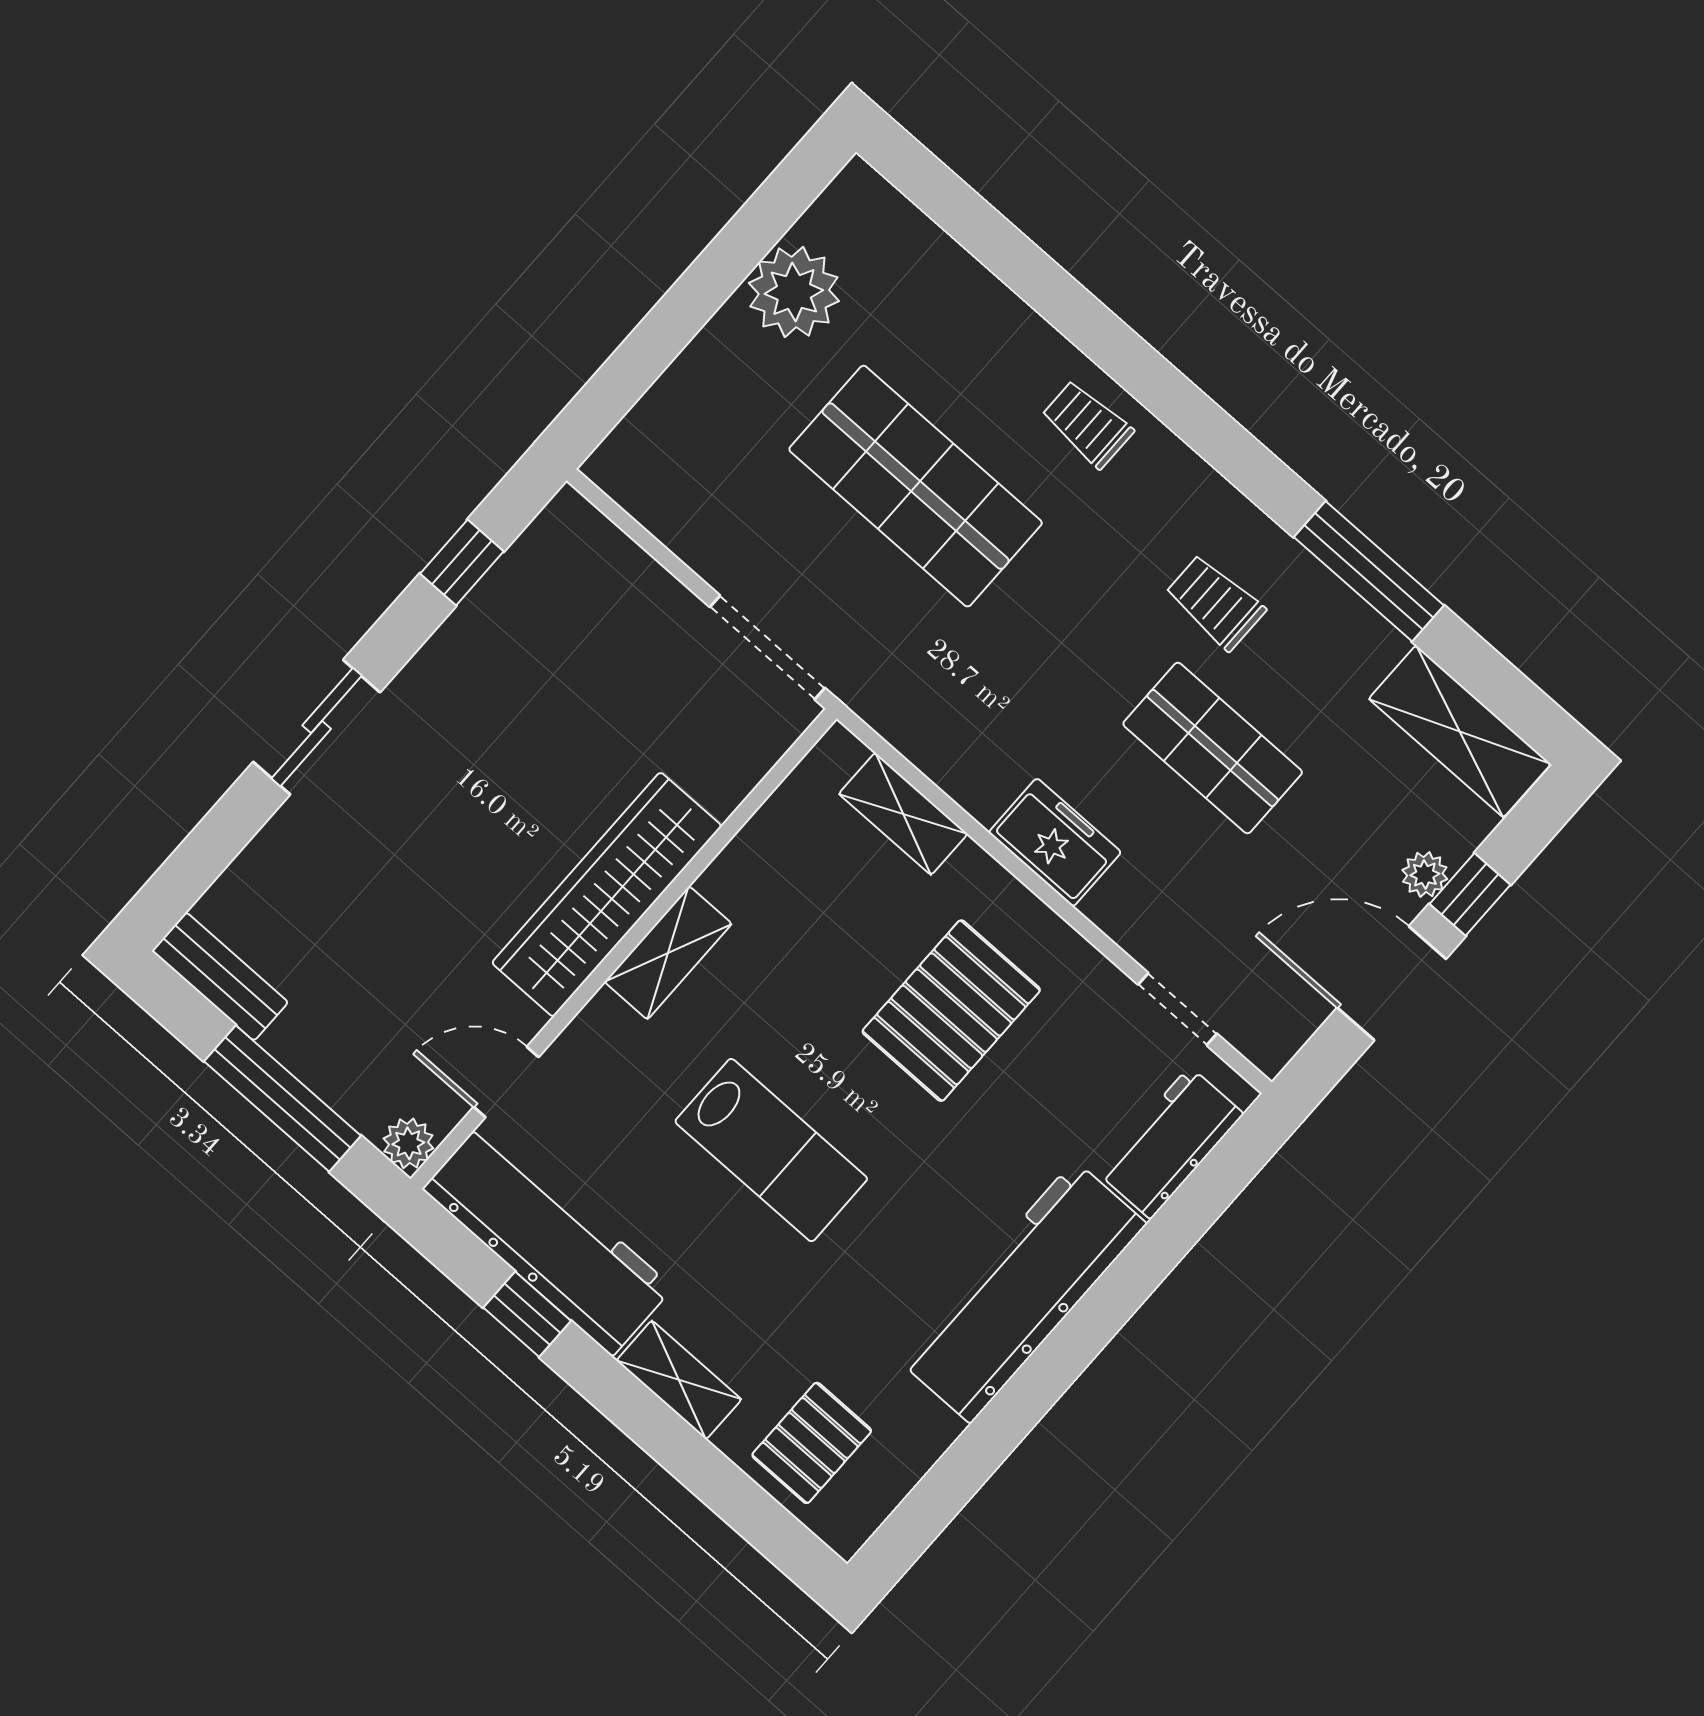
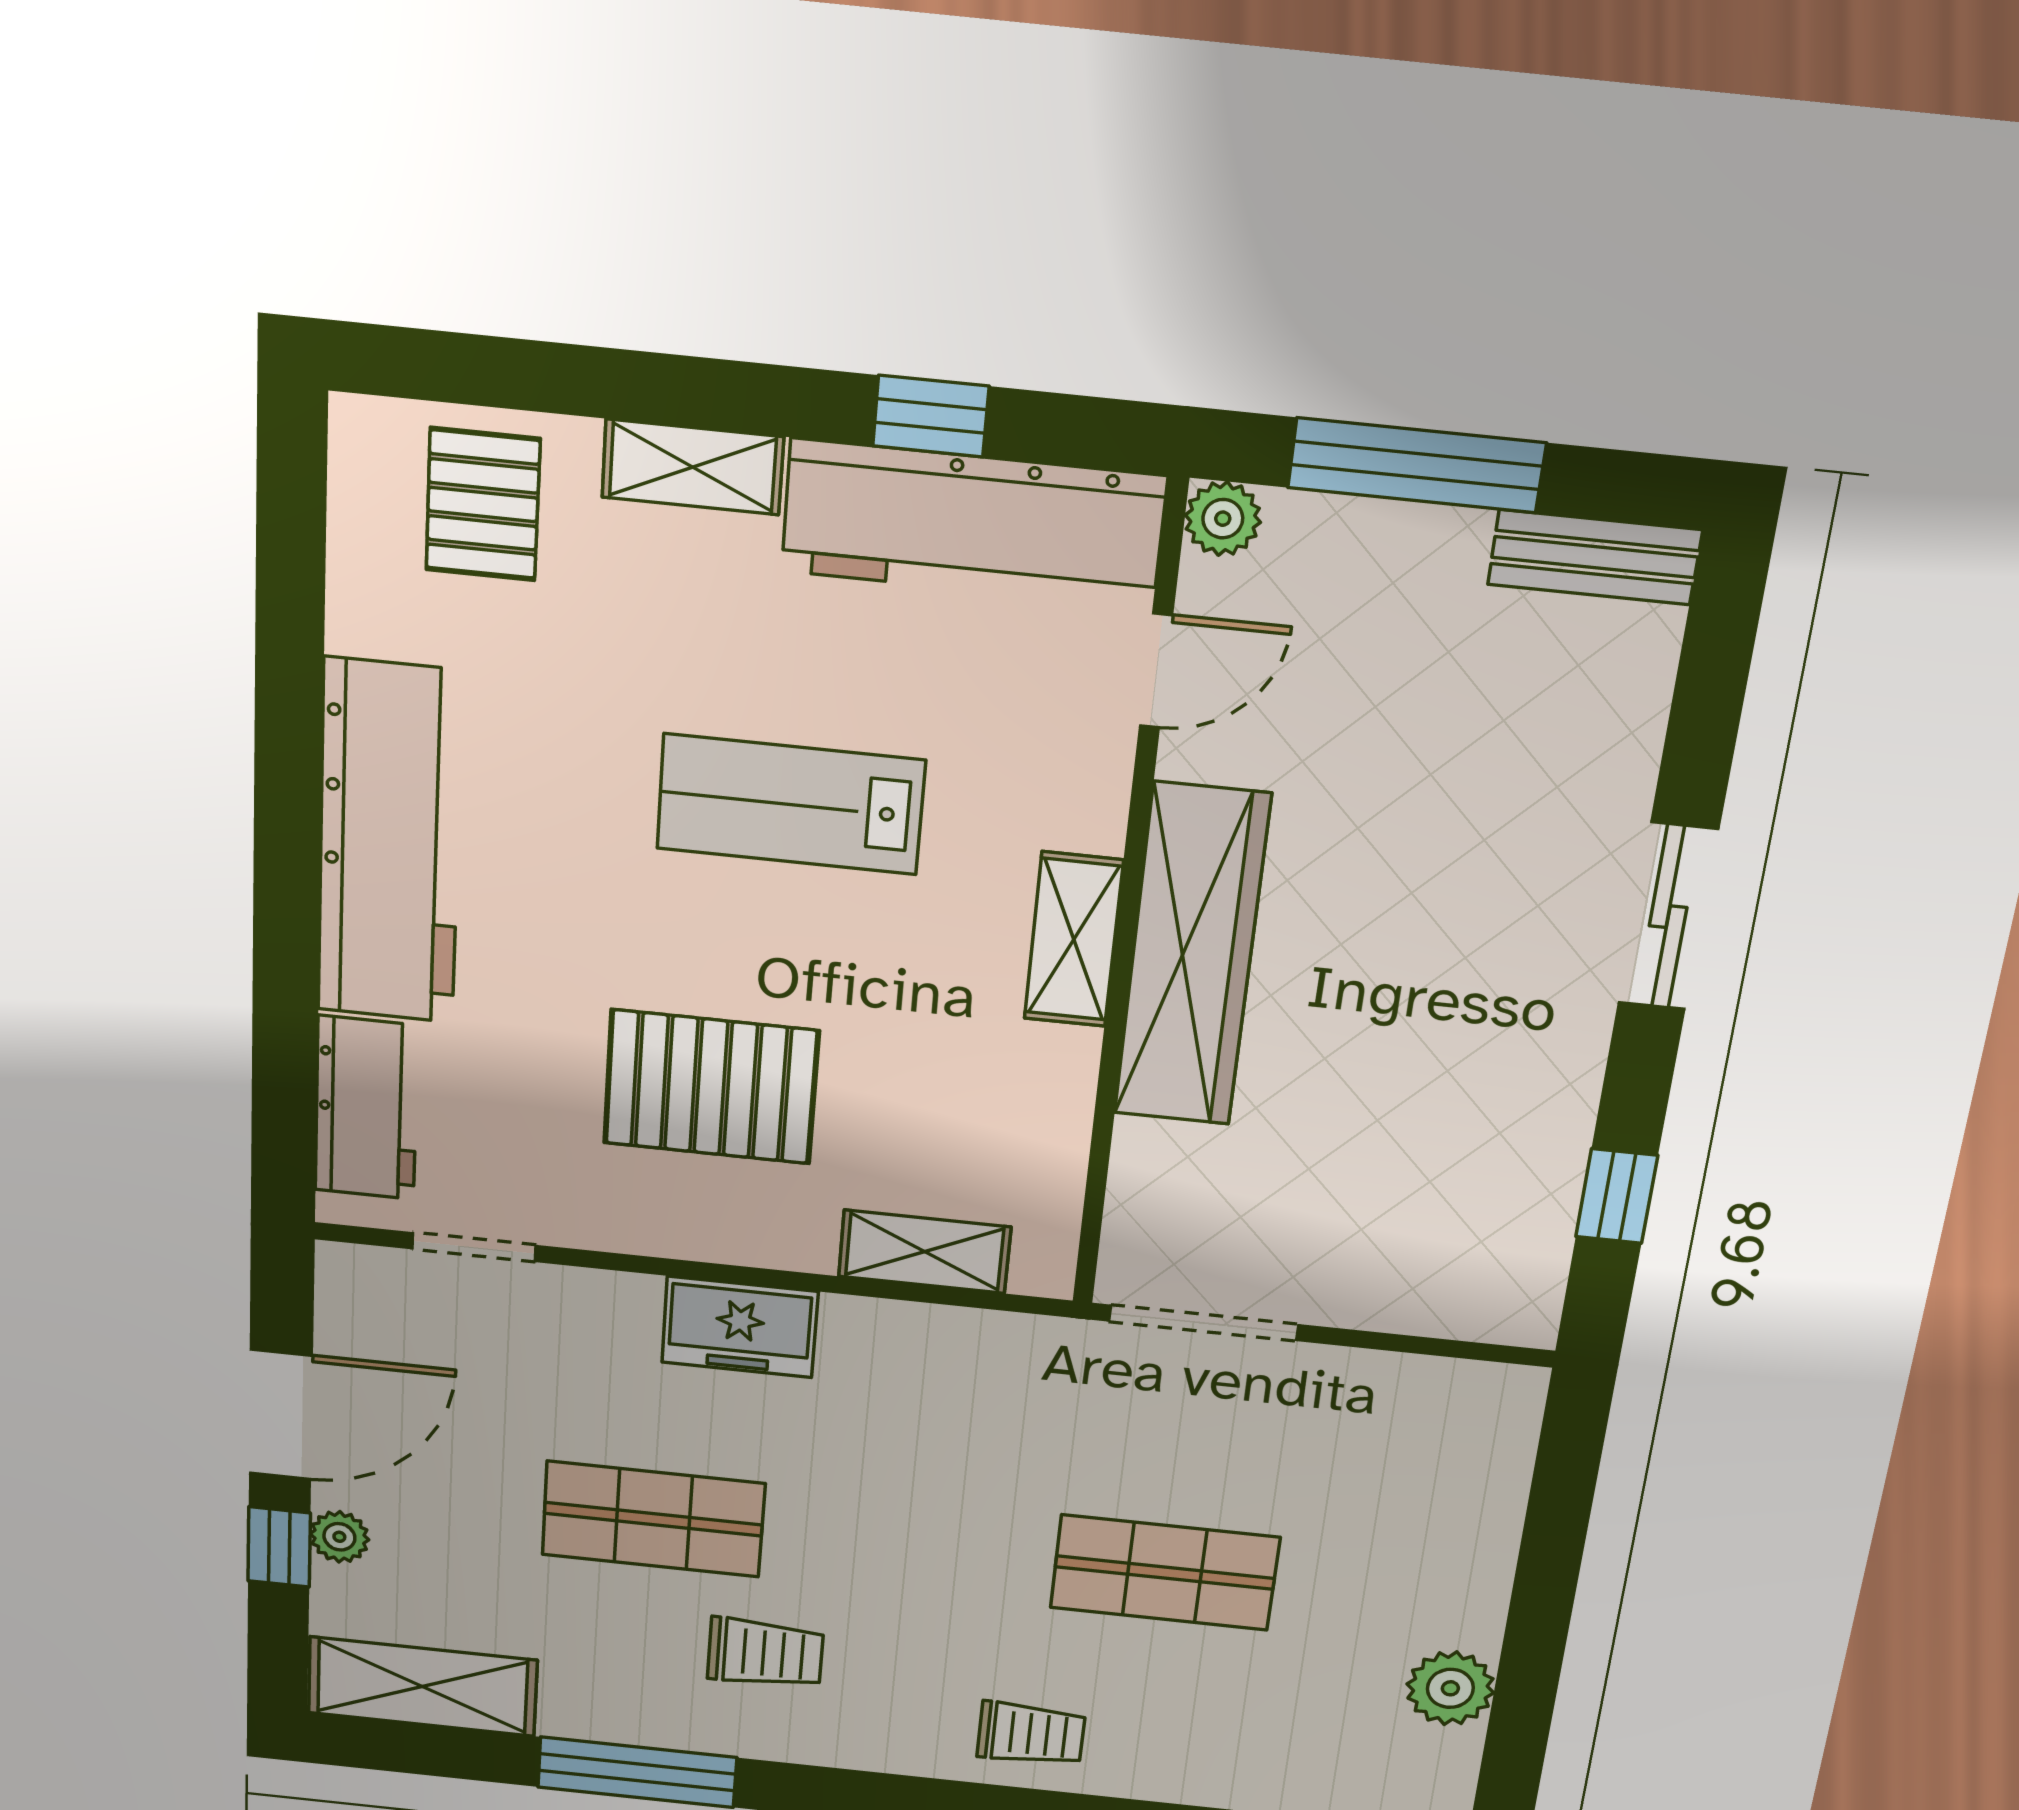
plant: (794, 292) -> (1450, 1688), width x0.73, depth x0.73
shop shelf: (916, 486) -> (1165, 1573), width x0.70, depth x0.74
pallet: (951, 1011) -> (711, 1087), turned 90

